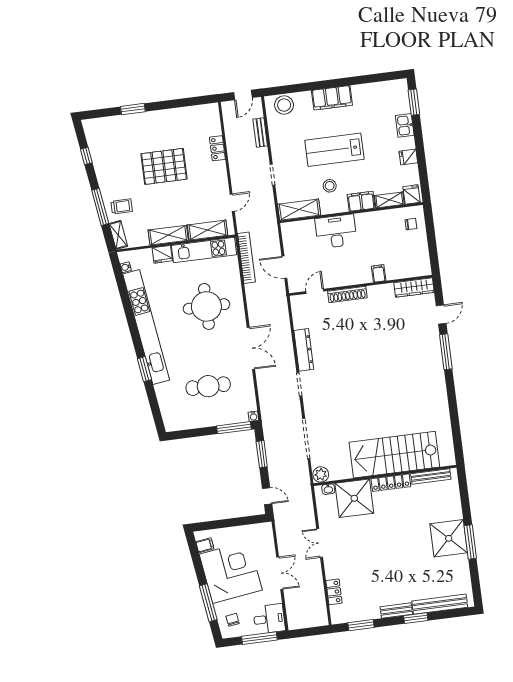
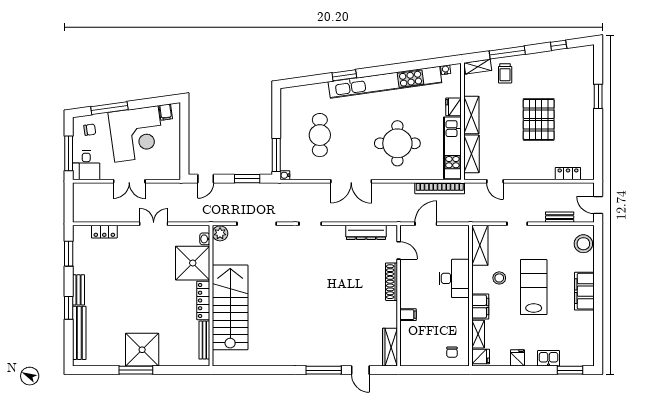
locker: (217, 148) -> (568, 174), moved
dresser: (304, 350) -> (366, 232), moved

